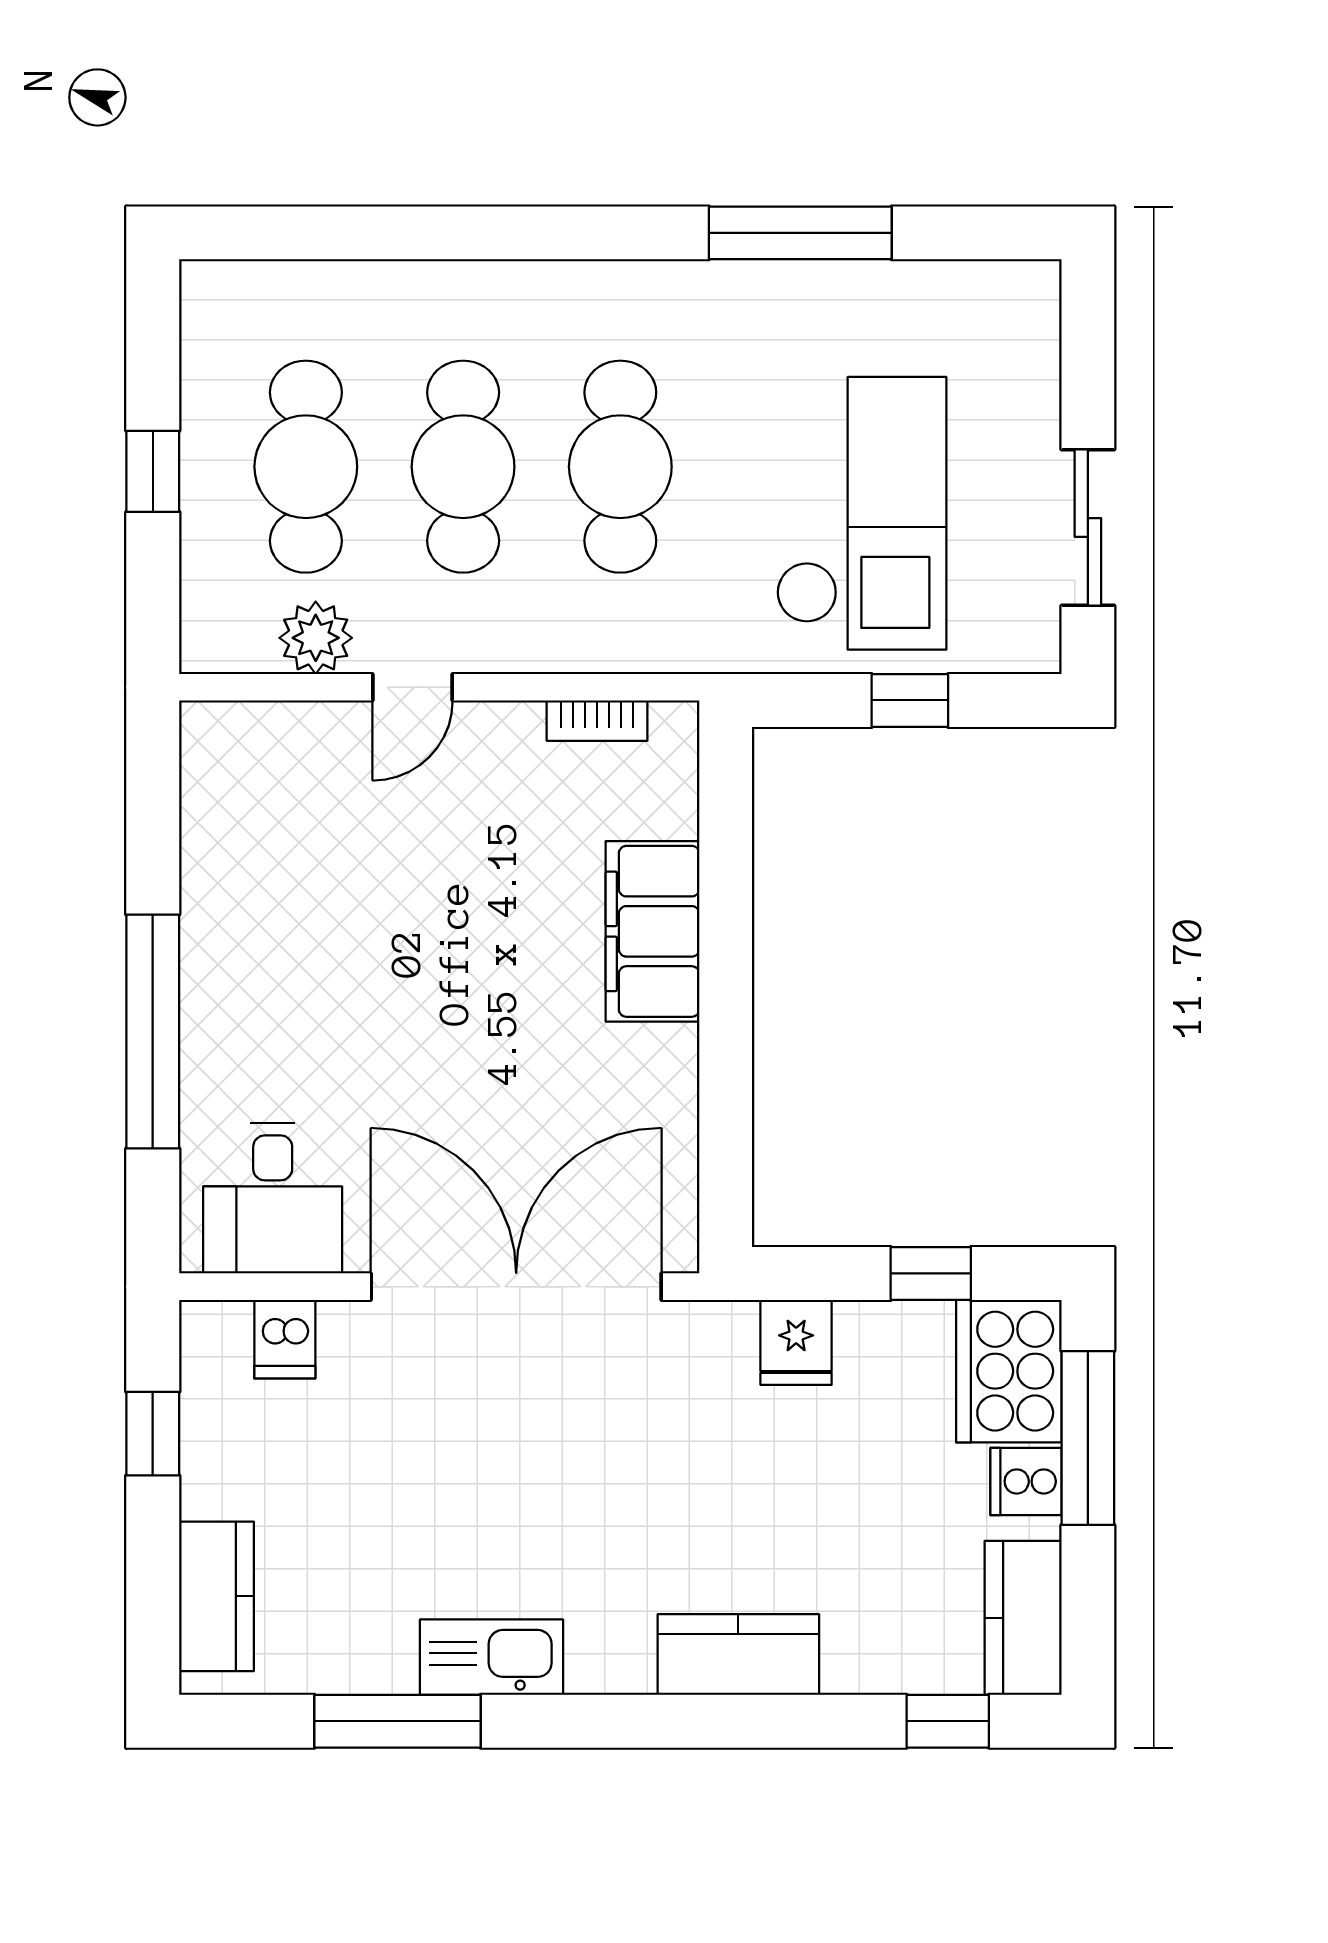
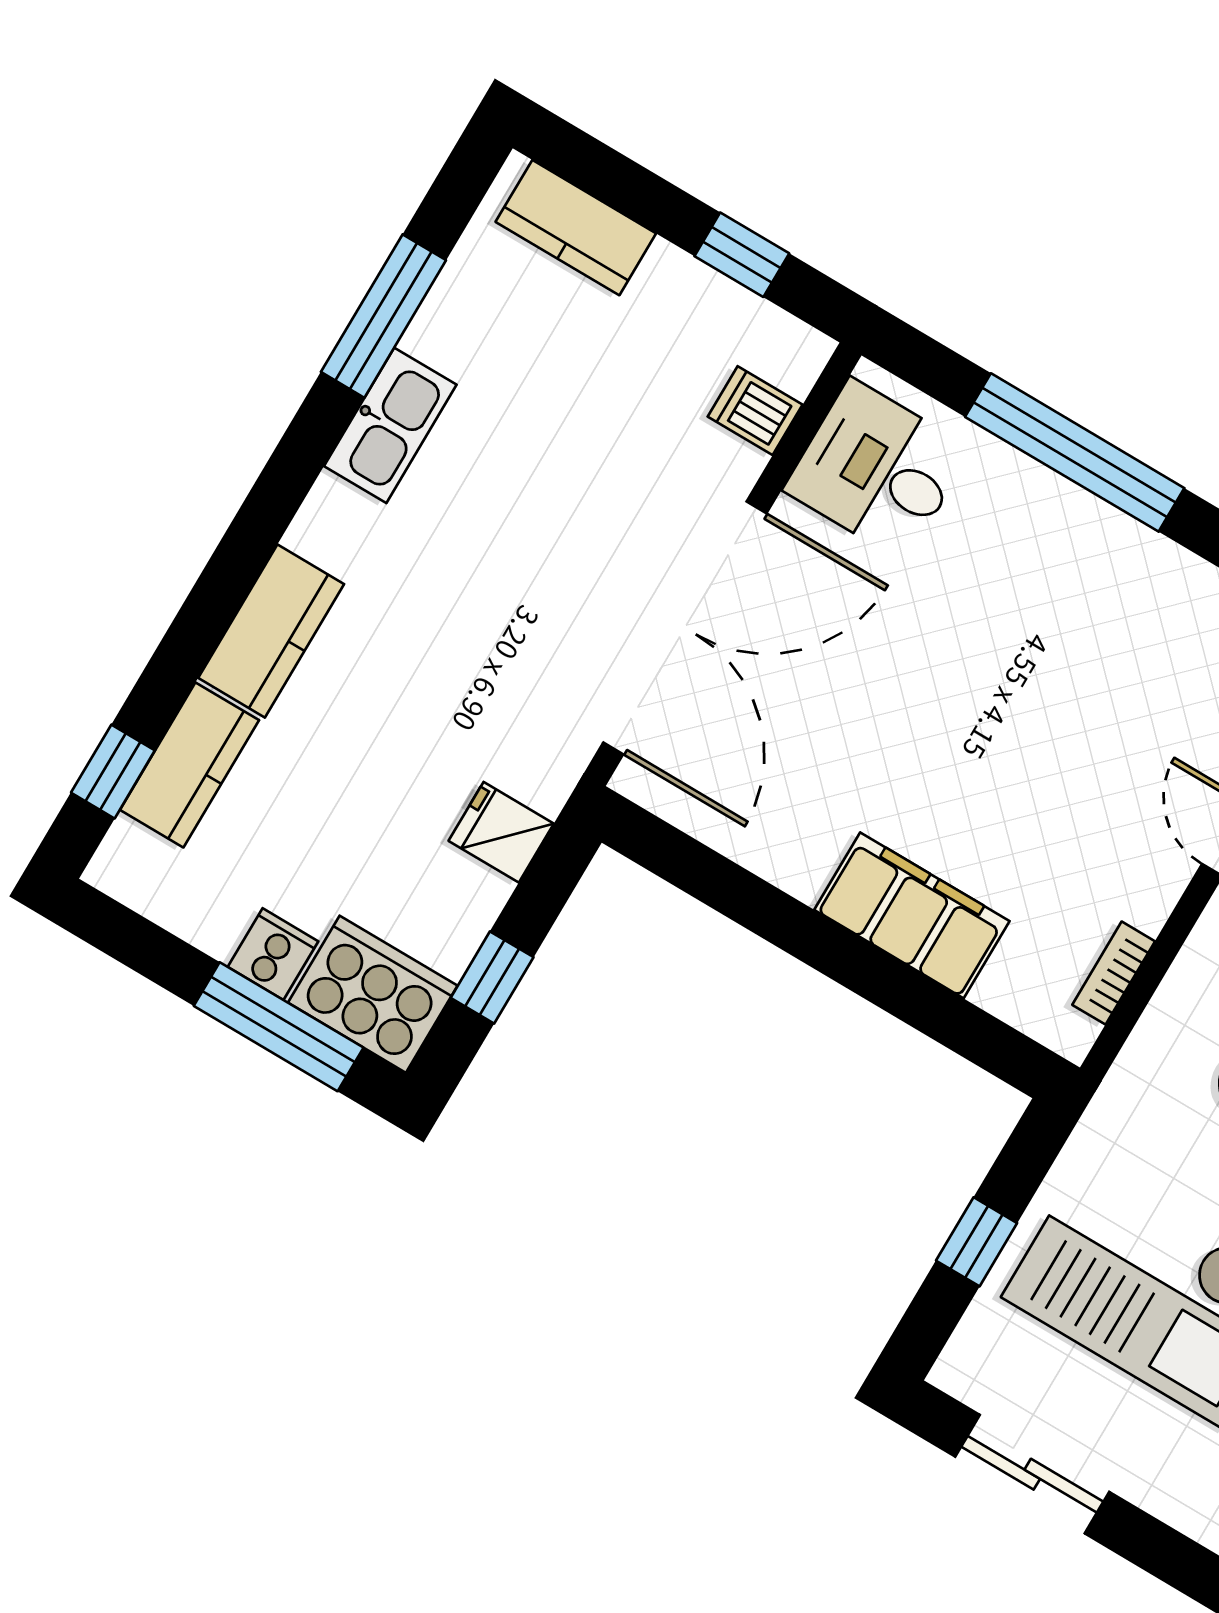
kitchen counter: (1023, 1618) -> (189, 765), moved, turned 90

